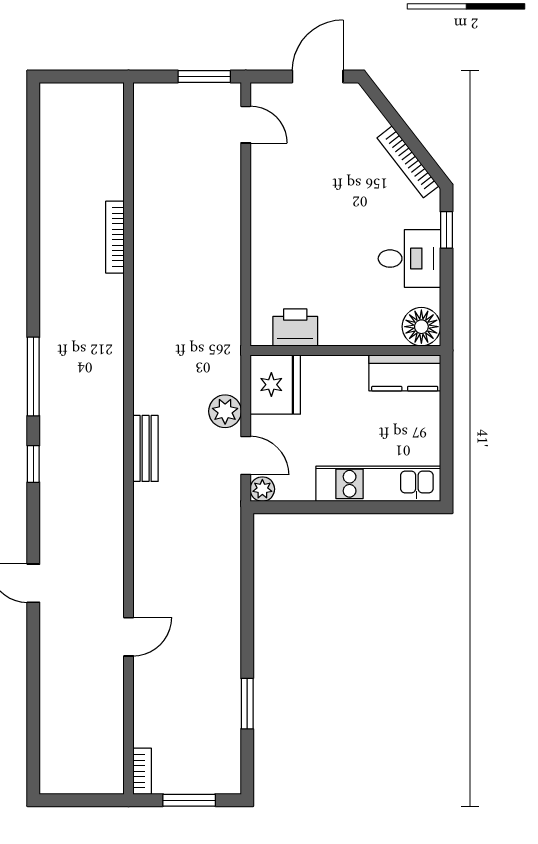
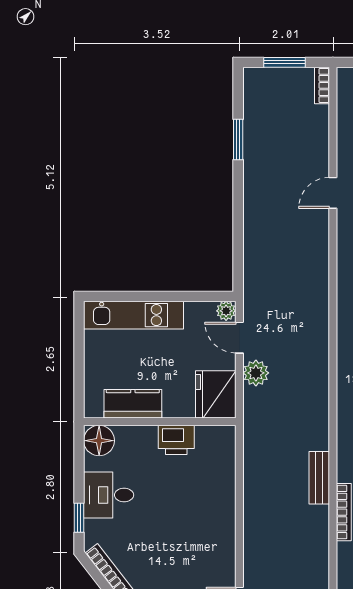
printer: (295, 328) -> (176, 440), moved
kitchen counter: (405, 373) -> (133, 404), moved
bench: (146, 448) -> (319, 478), moved

